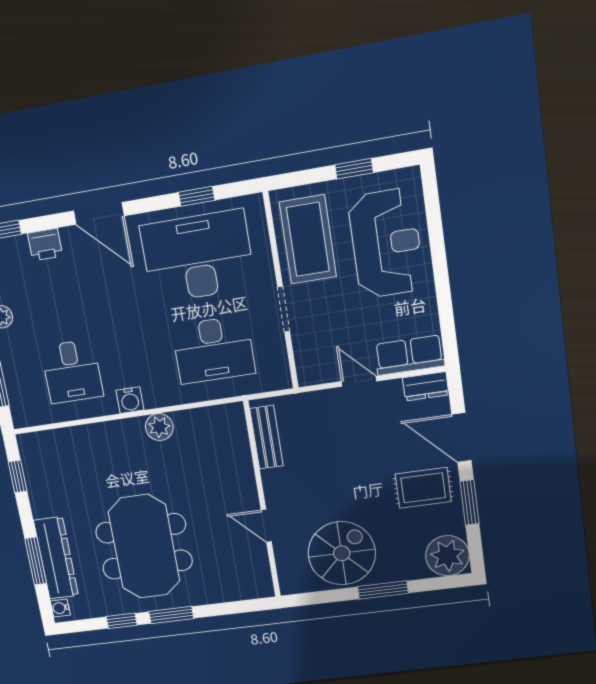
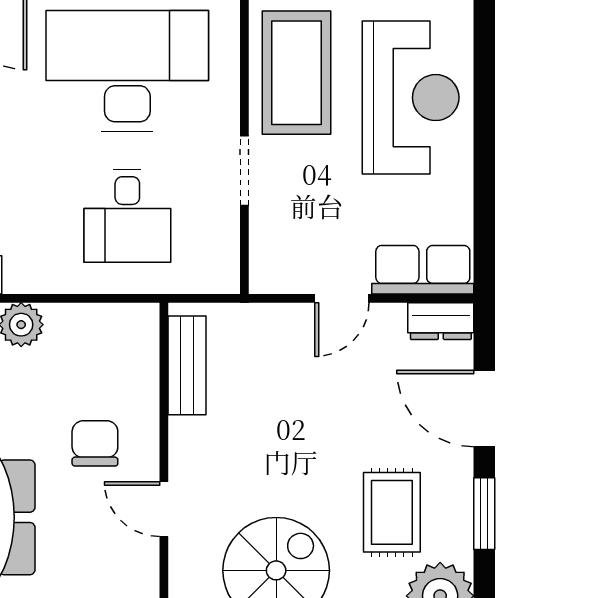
desk: (213, 350) -> (127, 216), width x0.73
door: (359, 381) -> (342, 298), swing flipped
rug: (423, 488) -> (392, 512), moved, turned 90
chair: (217, 492) -> (95, 443), added

